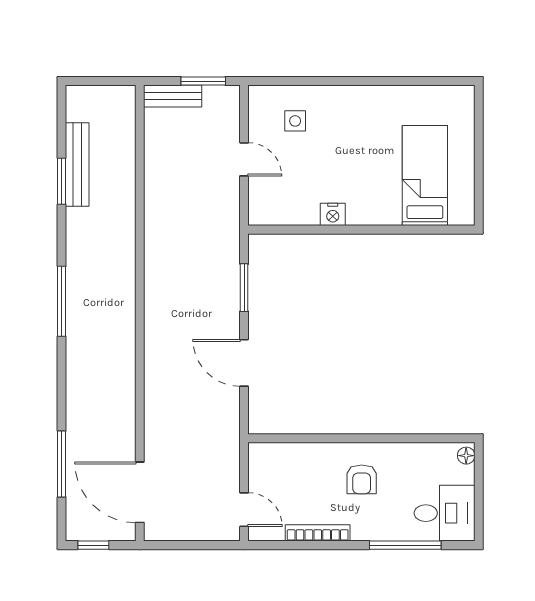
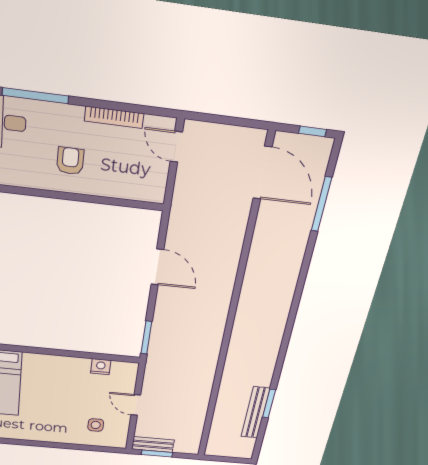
bench: (173, 96) -> (153, 445), moved
nightstand: (333, 214) -> (101, 367), moved
window: (244, 288) -> (146, 338), moved
window: (62, 301) -> (289, 326), removed

